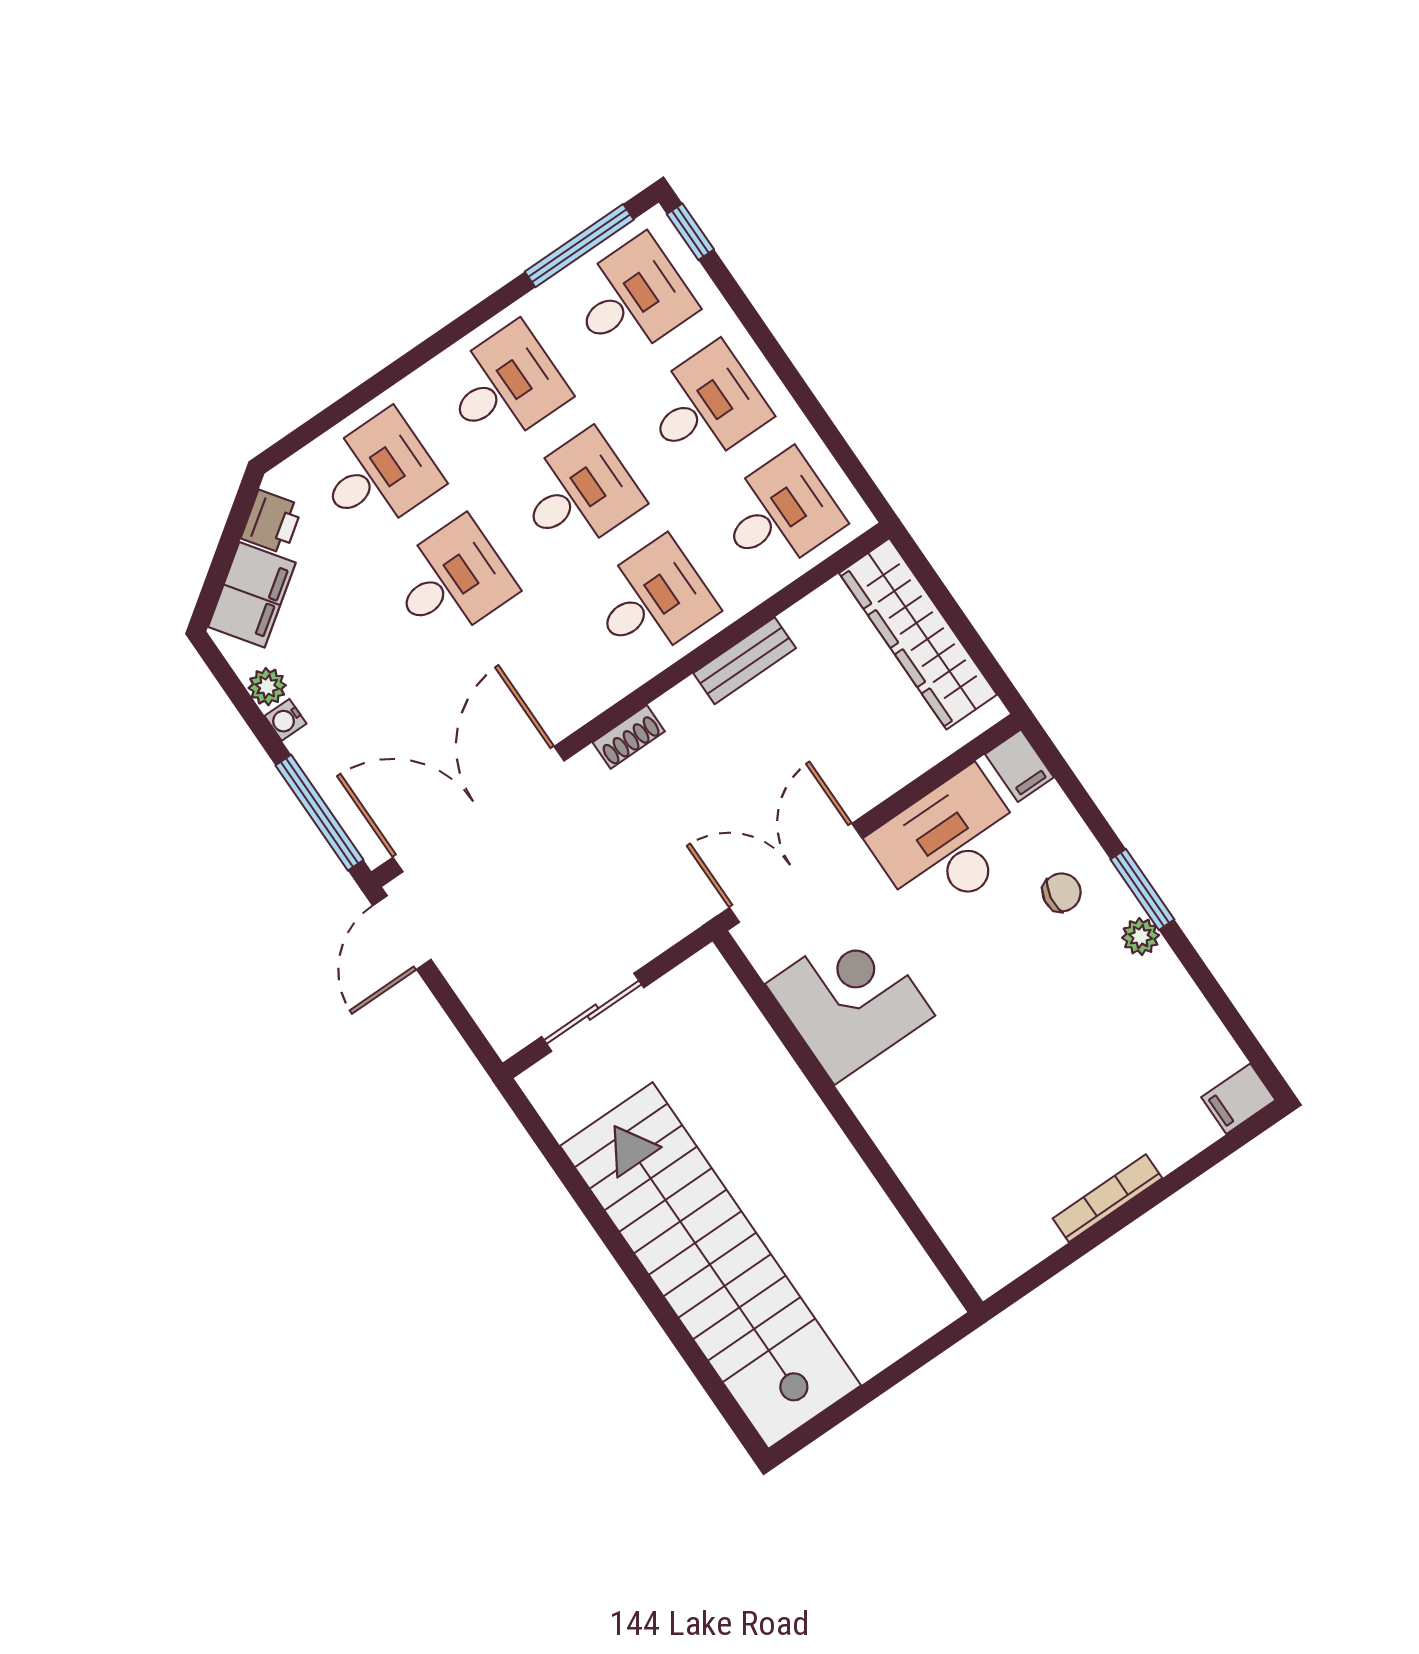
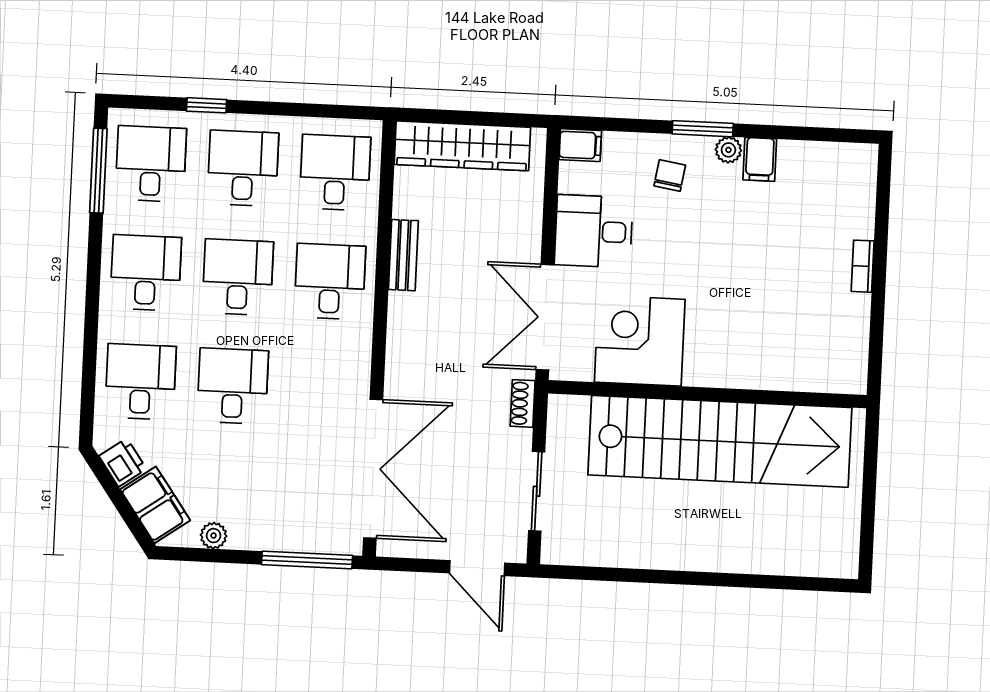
window: (690, 232) -> (207, 105), moved
water cooler: (285, 720) -> (240, 539), removed
shoe rack: (629, 737) -> (523, 403), moved, turned 180
double door: (479, 809) -> (373, 469), swing flipped
desk: (949, 844) -> (594, 231), width x0.73
door: (402, 932) -> (477, 568), moved
filing cabinet: (1238, 1099) -> (760, 159), moved
bookcase: (1107, 1198) -> (863, 266), width x0.64
stairs: (710, 1266) -> (720, 441), moved, turned 180

